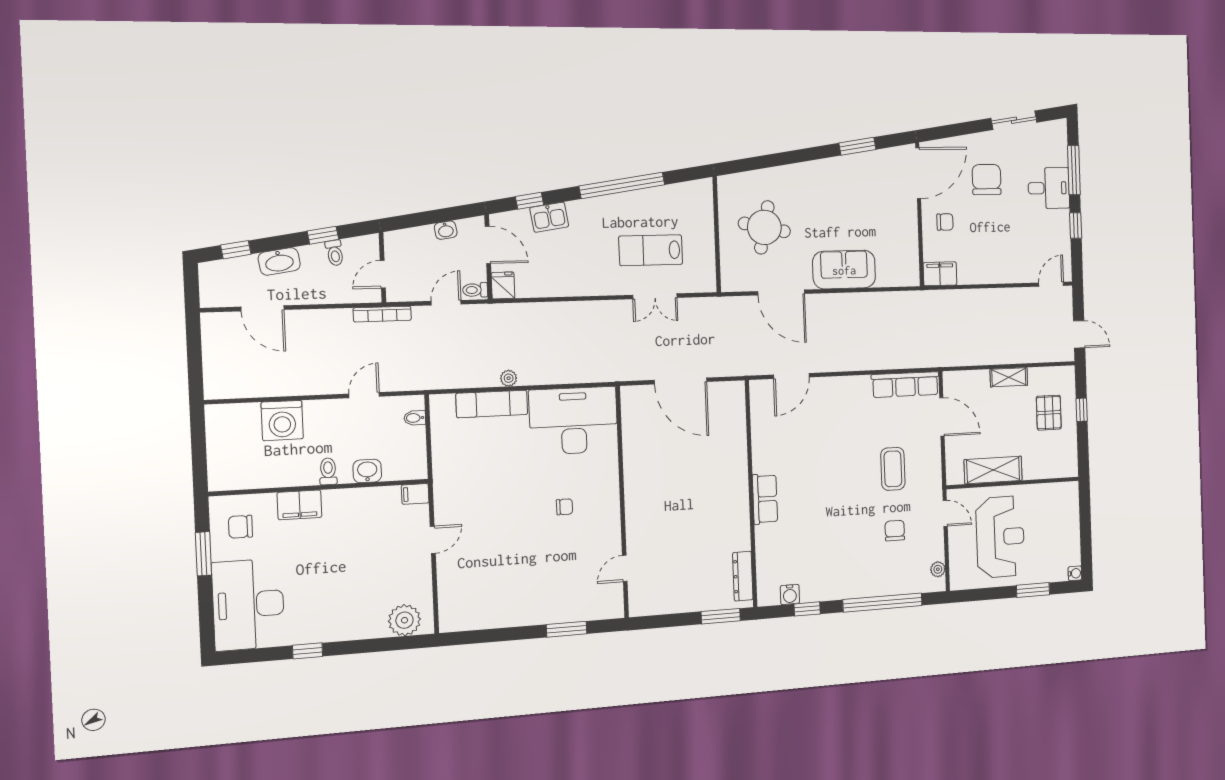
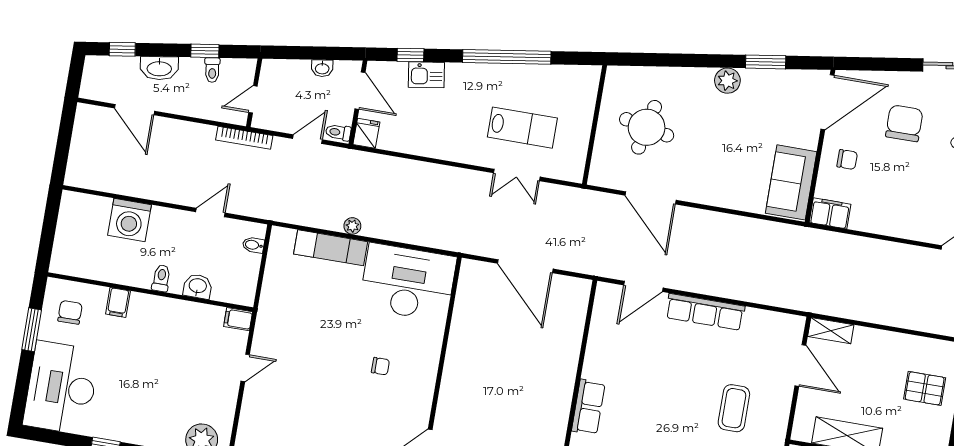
plant: (828, 170) -> (727, 81), added
lab bench: (651, 250) -> (522, 128), turned 180
sofa: (844, 270) -> (791, 182), moved, turned -90
shelving: (1009, 377) -> (831, 331), moved
row of seats: (905, 385) -> (705, 312), moved
pallet: (1049, 413) -> (925, 388), turned 90
filing cabinet: (299, 505) -> (118, 302), width x0.50
chair: (240, 527) -> (70, 312), turned 90

